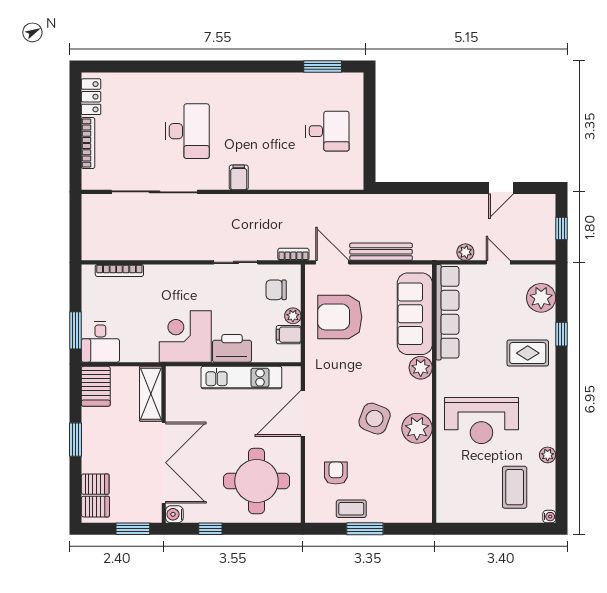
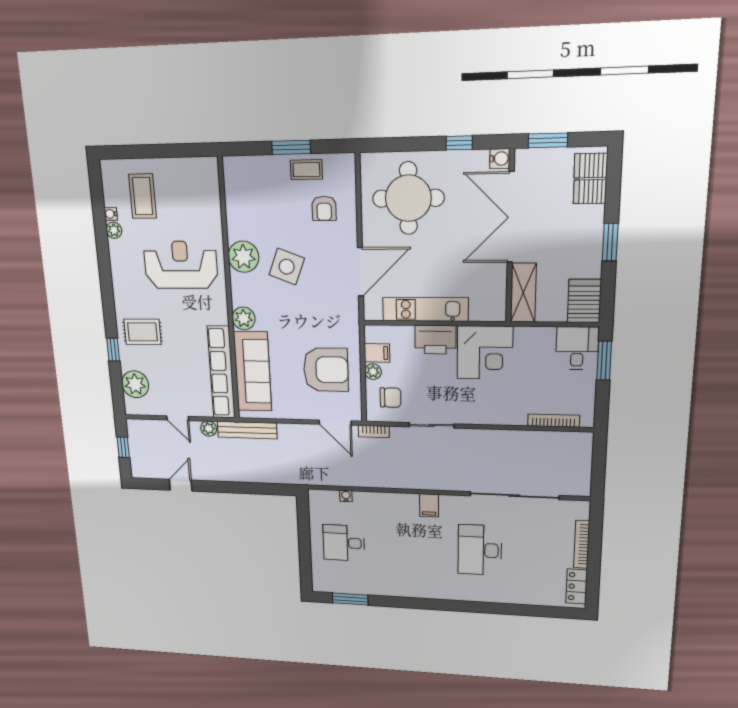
water cooler: (324, 184) -> (346, 496), added
bench: (381, 252) -> (247, 430), moved
water cooler: (549, 517) -> (111, 214), moved

